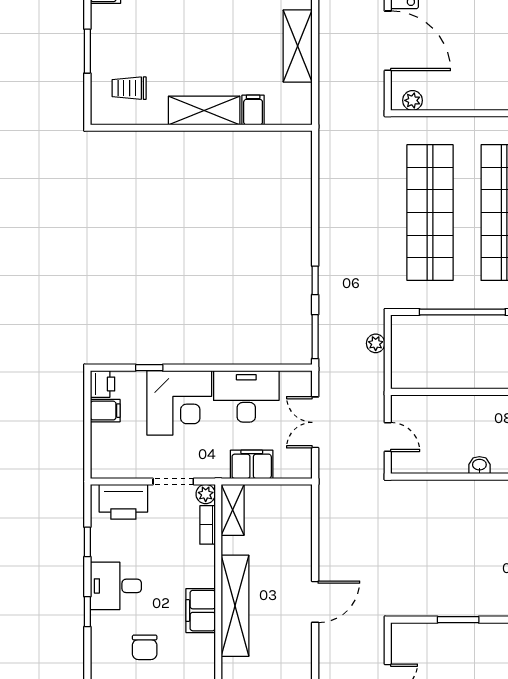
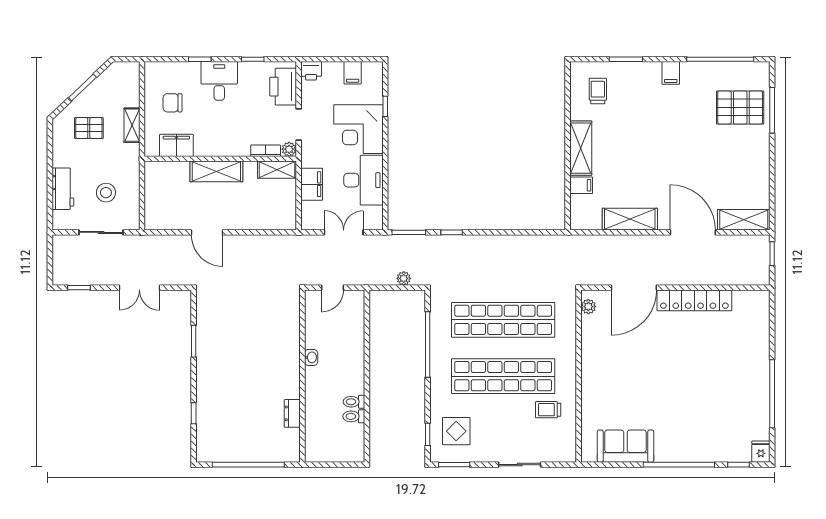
printer: (103, 384) -> (311, 71), moved
shelving: (235, 606) -> (216, 171), width x0.68
filing cabinet: (201, 611) -> (176, 145), moved

